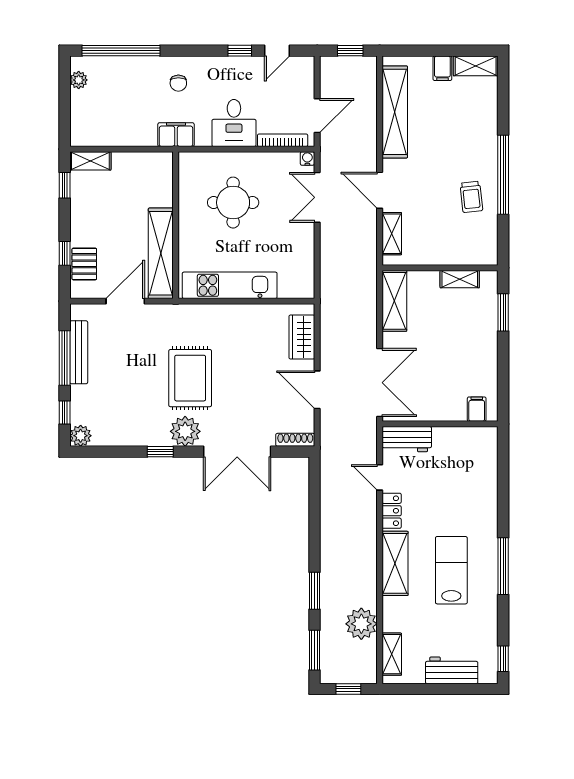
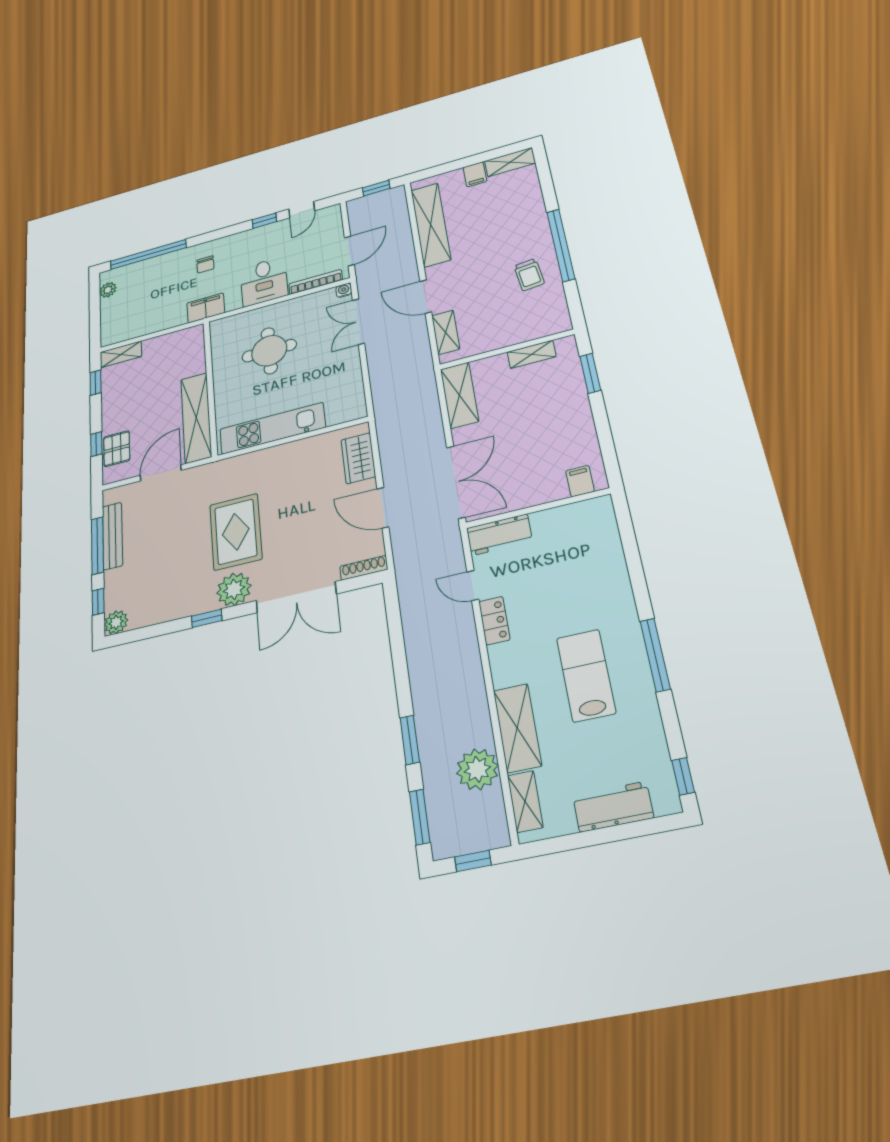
shelving: (395, 563) -> (517, 728), moved

